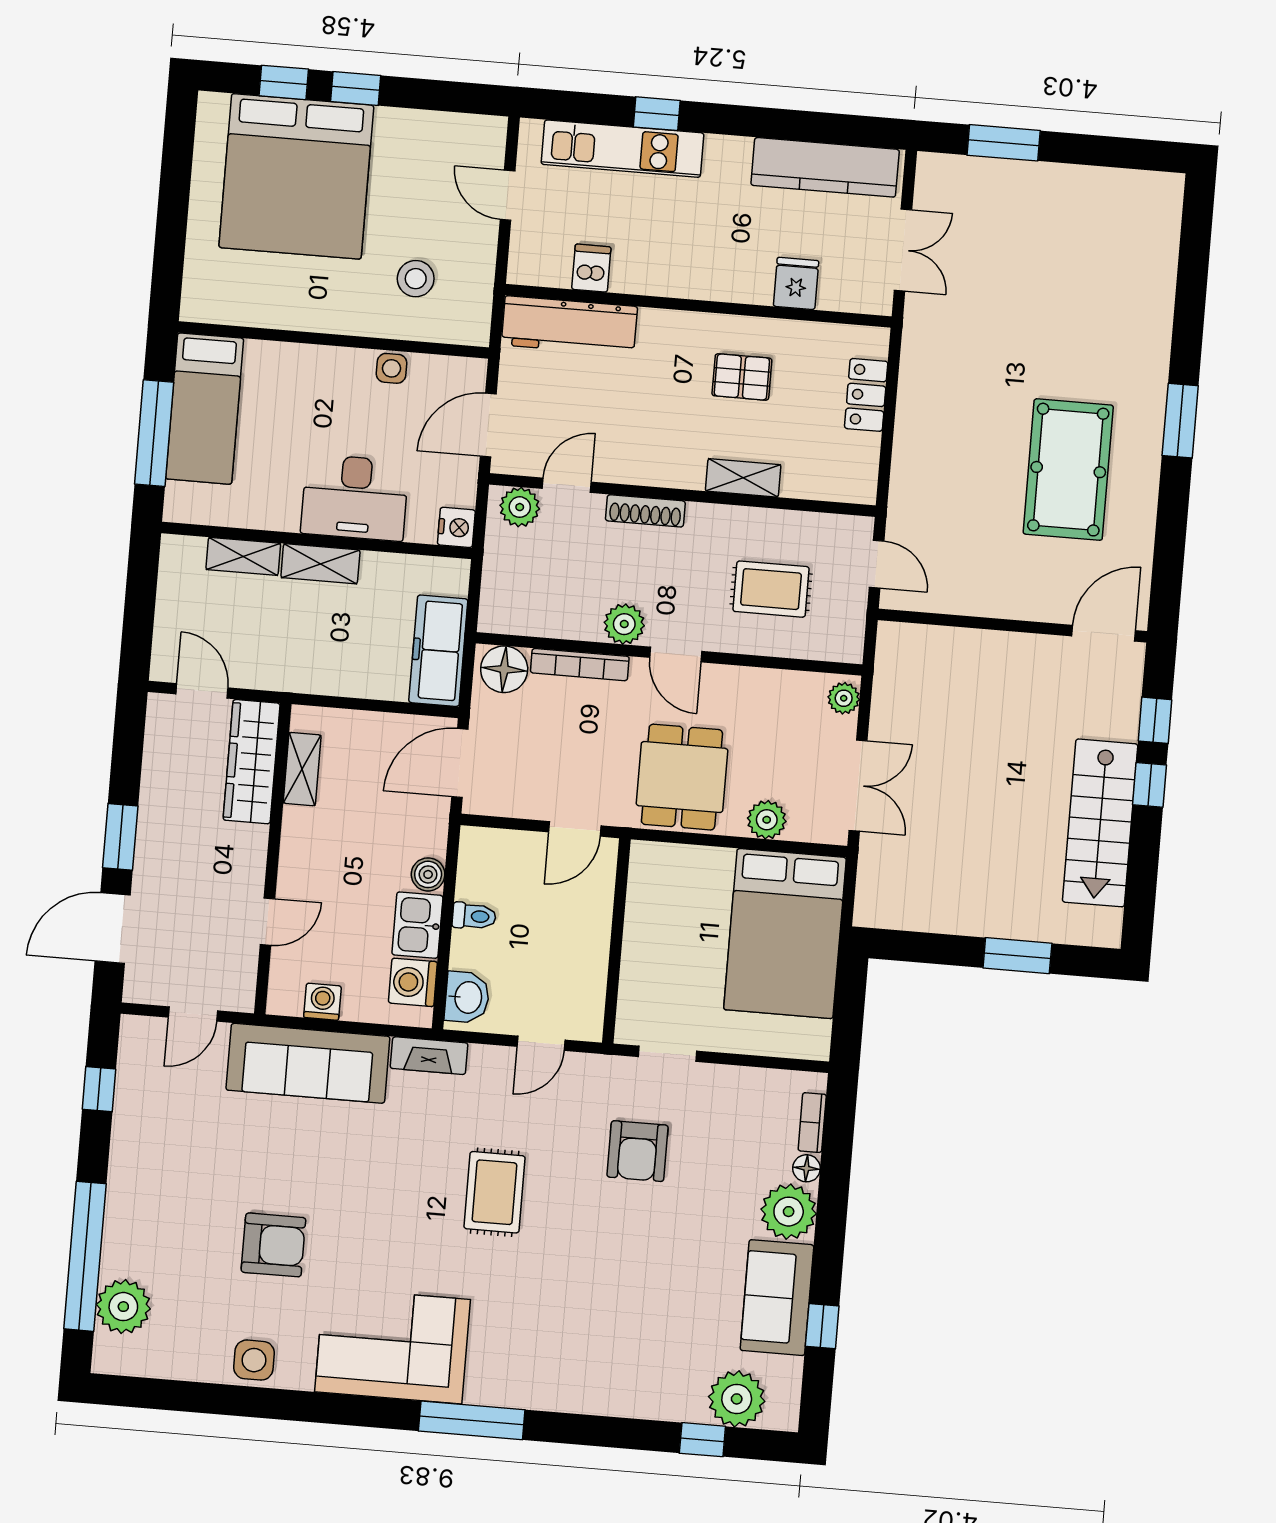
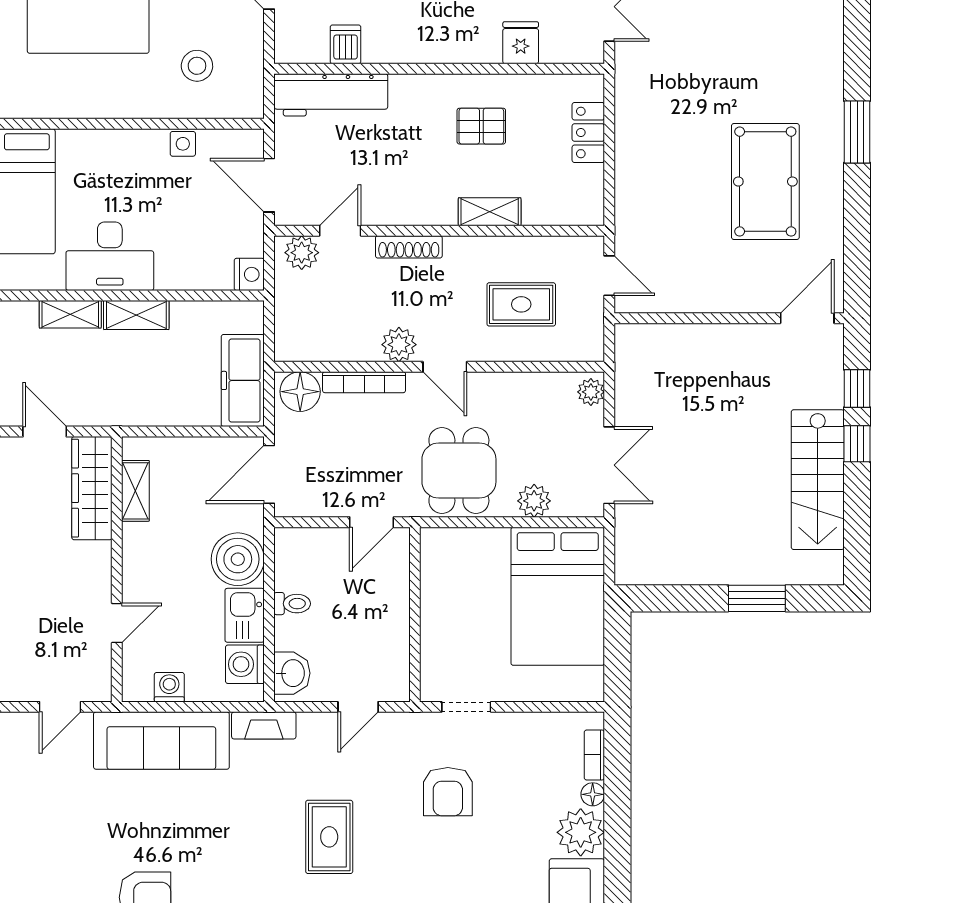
door: (488, 425) -> (269, 185), hinge flipped
desk: (355, 498) -> (110, 256), moved
boiler: (428, 874) -> (238, 559), width x1.86, depth x1.86

